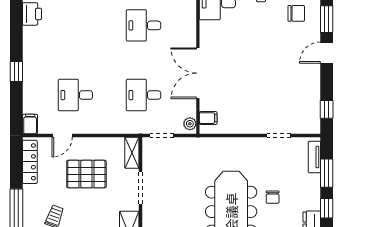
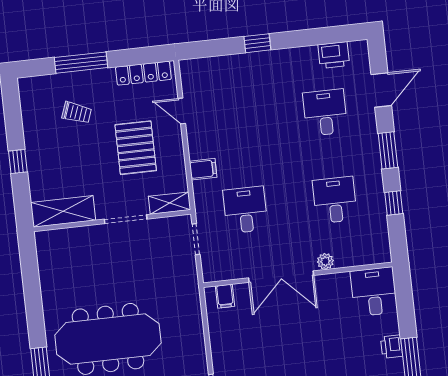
double door: (198, 73) -> (281, 277), swing flipped
desk: (75, 95) -> (325, 112), moved
filing cabinet: (30, 124) -> (203, 169), moved
plant: (190, 124) -> (325, 261), moved

